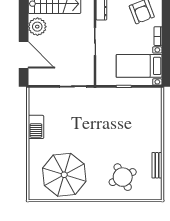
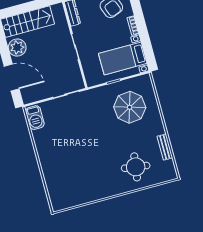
barbecue: (36, 127) -> (35, 118), moved
parasol: (64, 175) -> (130, 107), moved, width x0.73, depth x0.73
round table: (123, 177) -> (136, 167), turned 35

